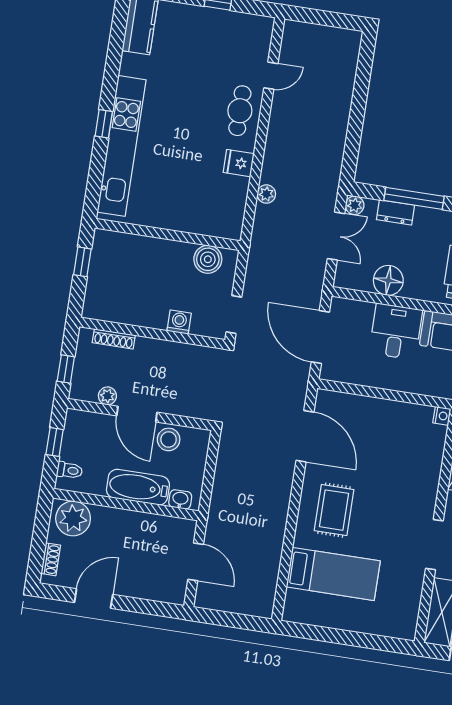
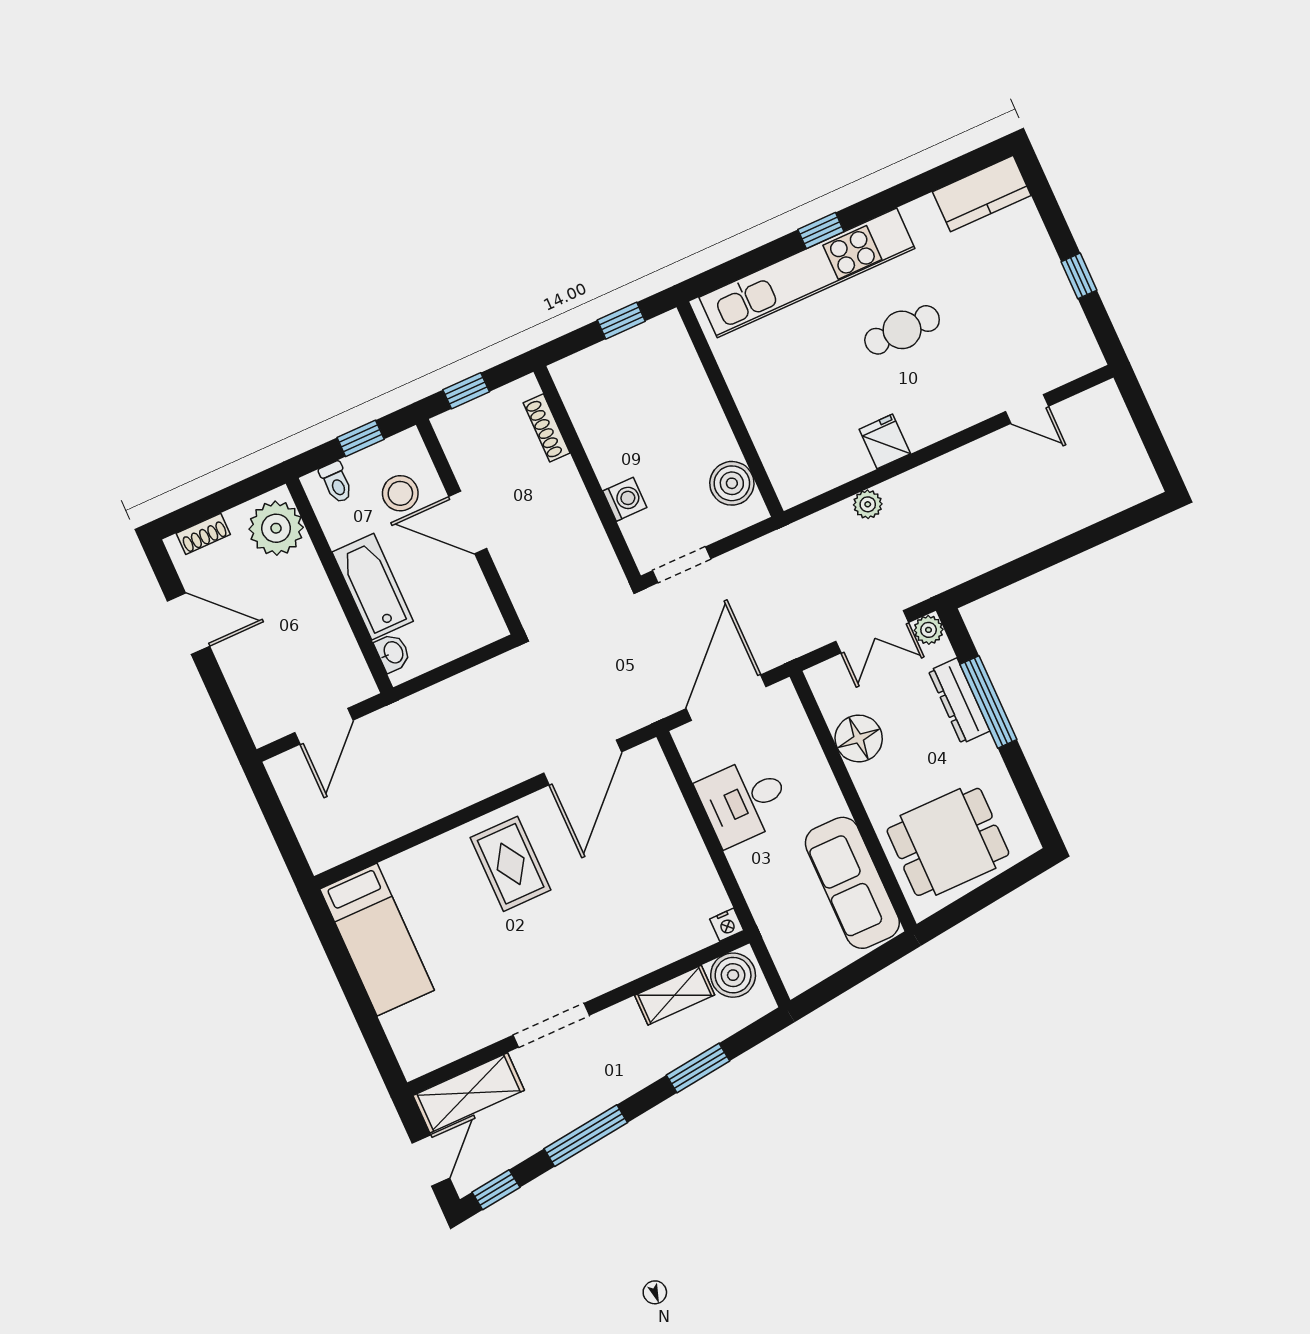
cafe table: (240, 111) -> (902, 330), moved
dresser: (395, 212) -> (959, 701), width x1.44
desk: (396, 331) -> (744, 801), moved, turned 180
plant: (107, 396) -> (466, 468), removed
door: (137, 414) -> (468, 523), hinge flipped
stool: (169, 439) -> (400, 493), moved
rug: (334, 510) -> (511, 864), turned 90
bed: (333, 574) -> (377, 940), moved

